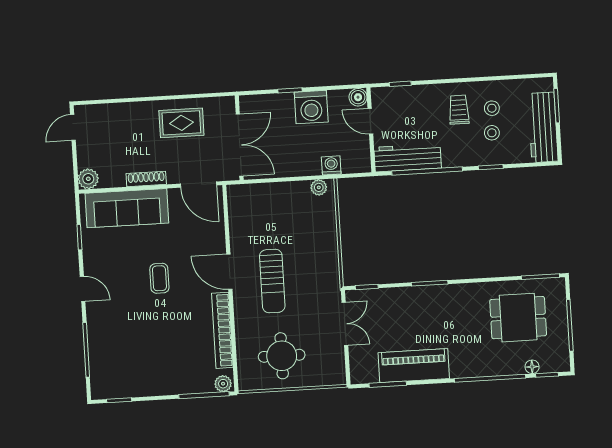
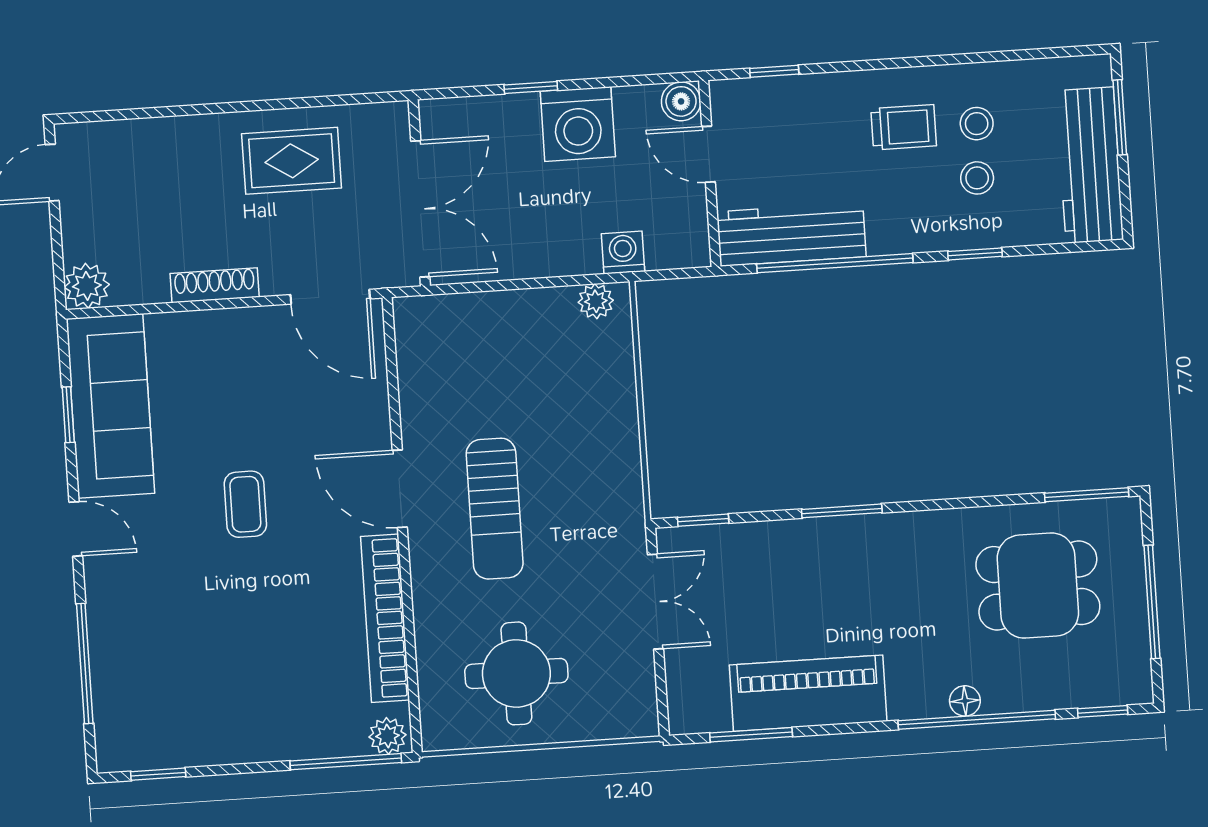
trolley: (459, 110) -> (904, 127), turned 90
sofa: (127, 208) -> (110, 406), moved, turned -90
floor lamp: (532, 367) -> (965, 701), moved

